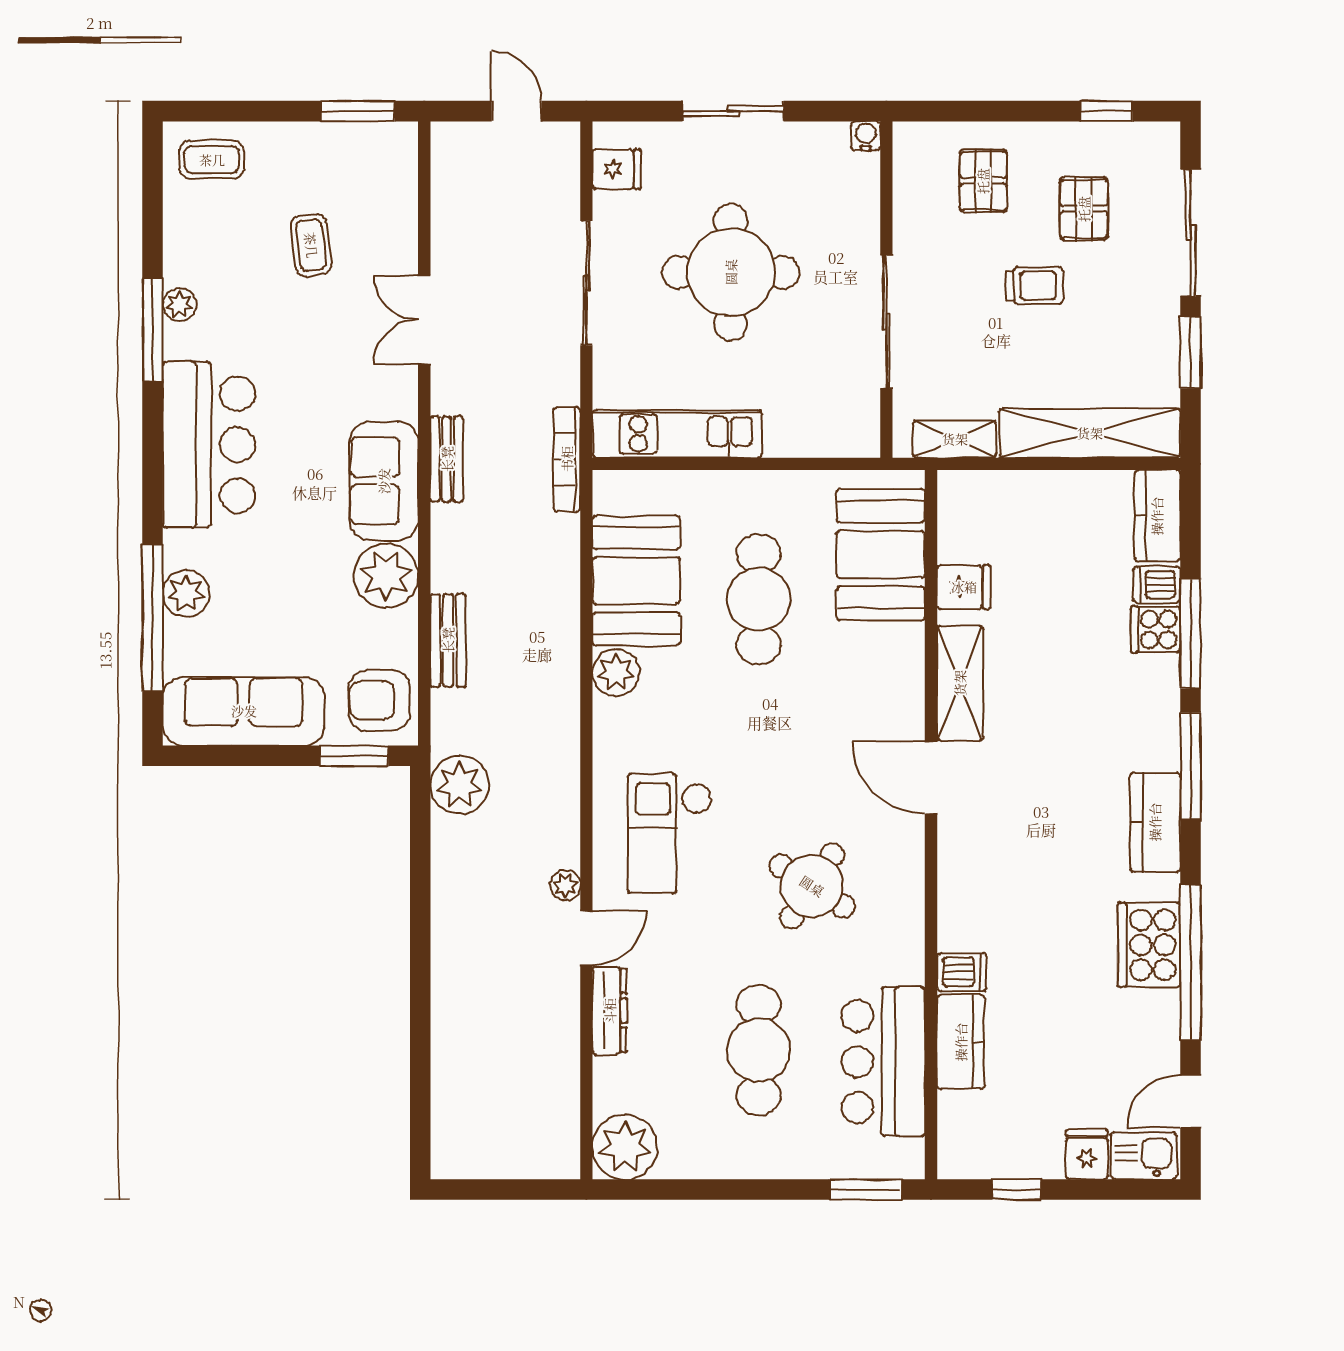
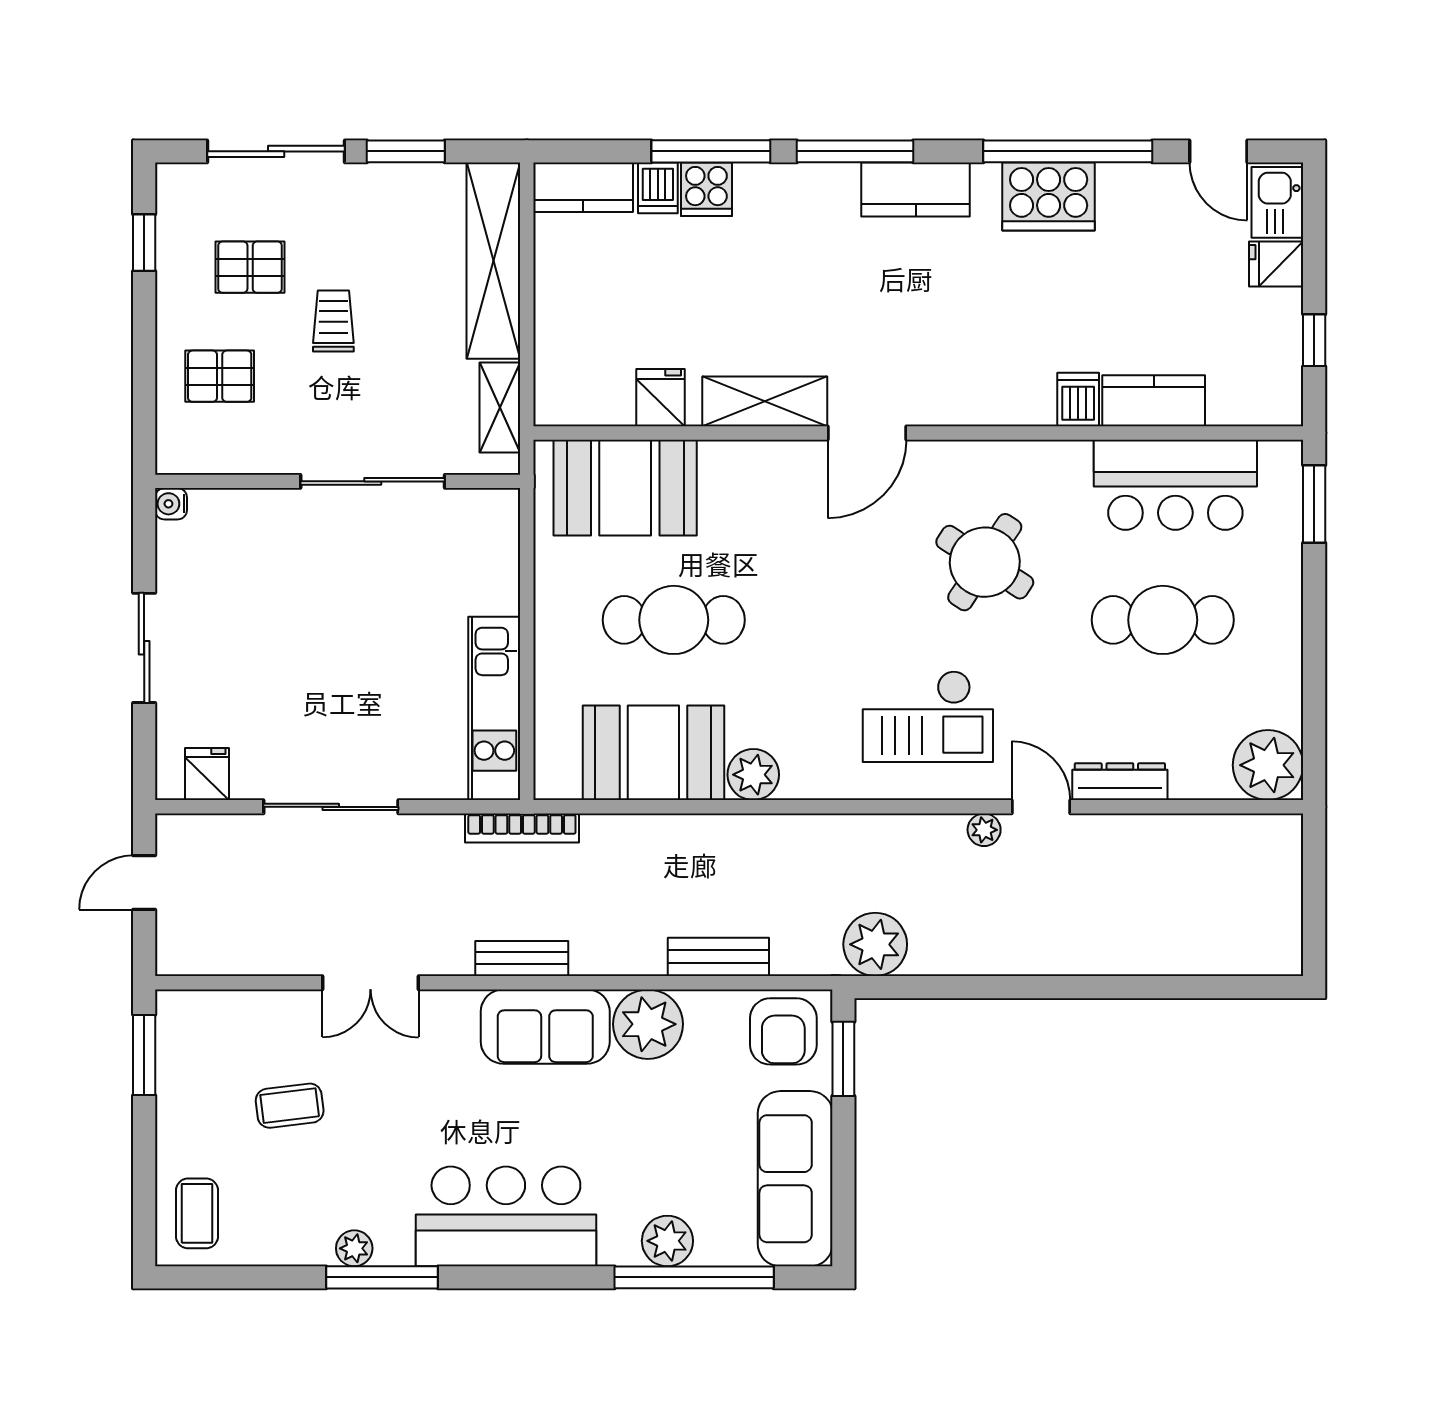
round table: (731, 272) -> (319, 650), removed

